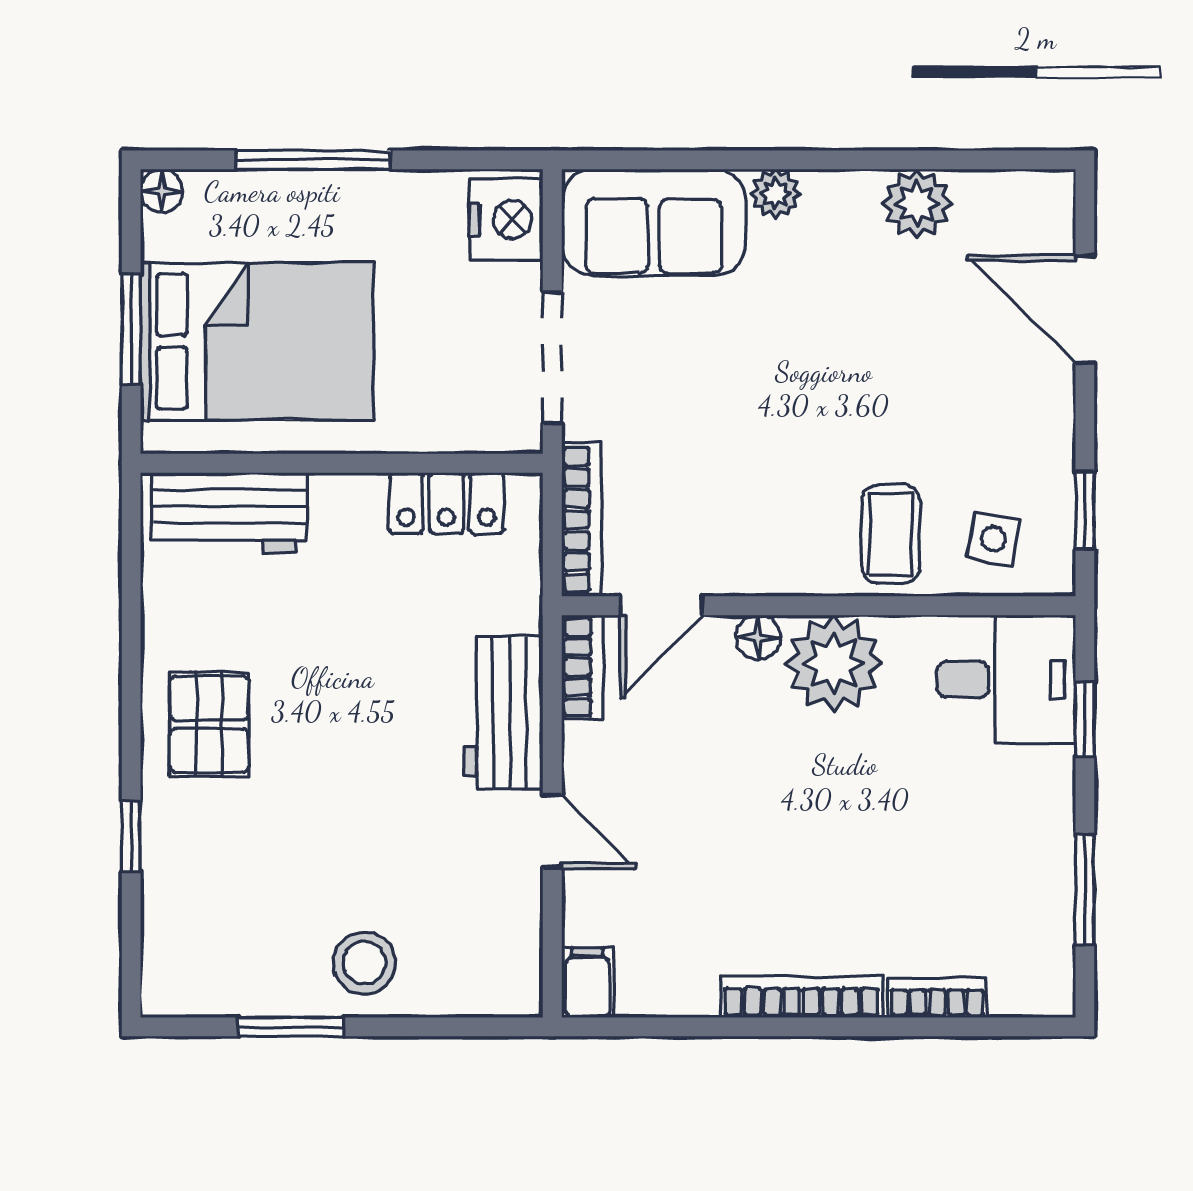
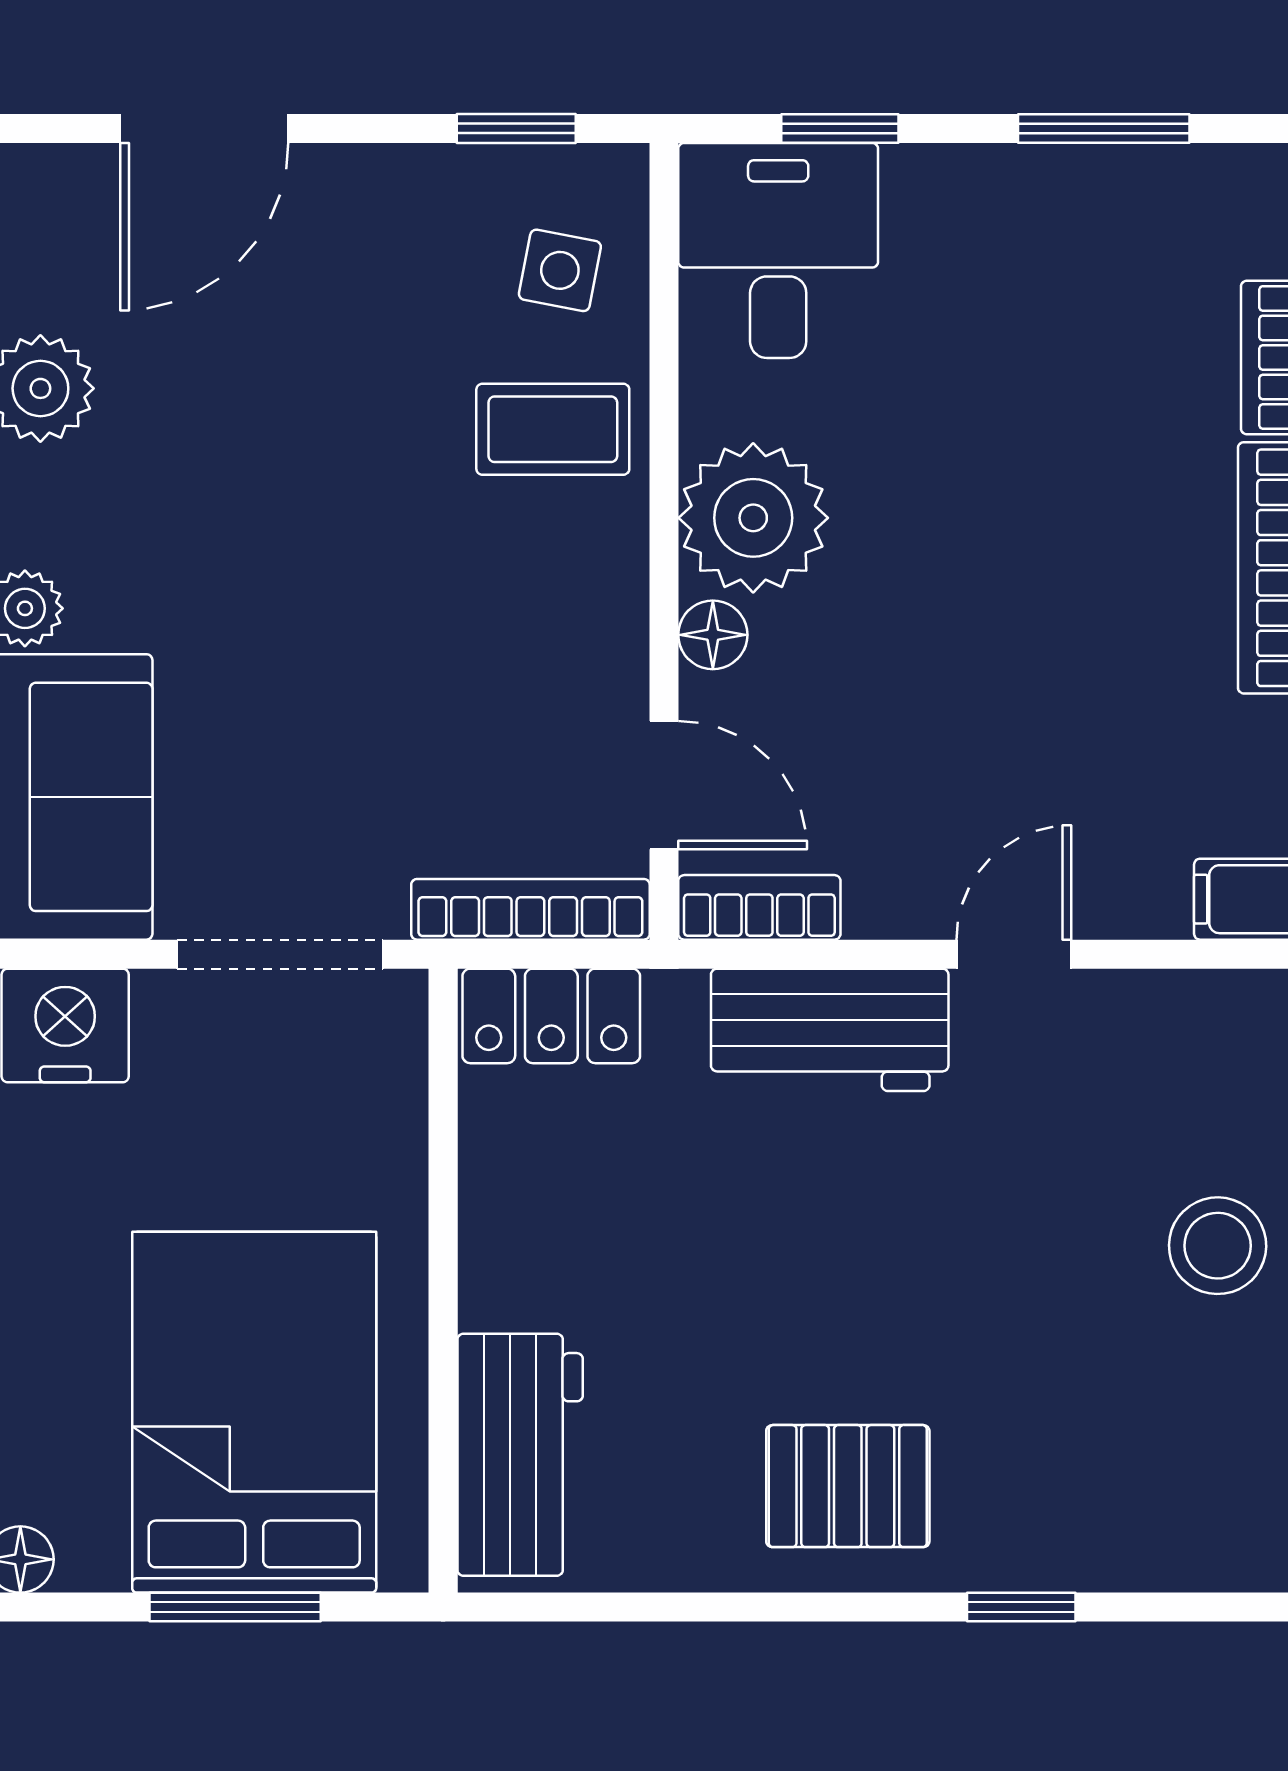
locker: (446, 503) -> (551, 1016), moved, turned 90

